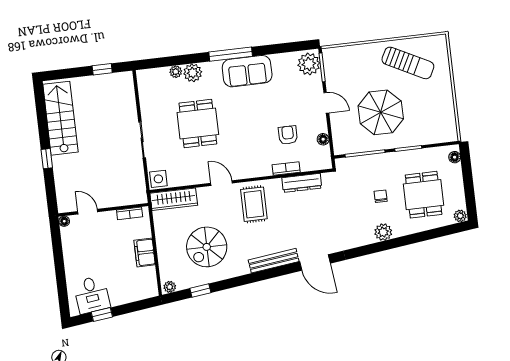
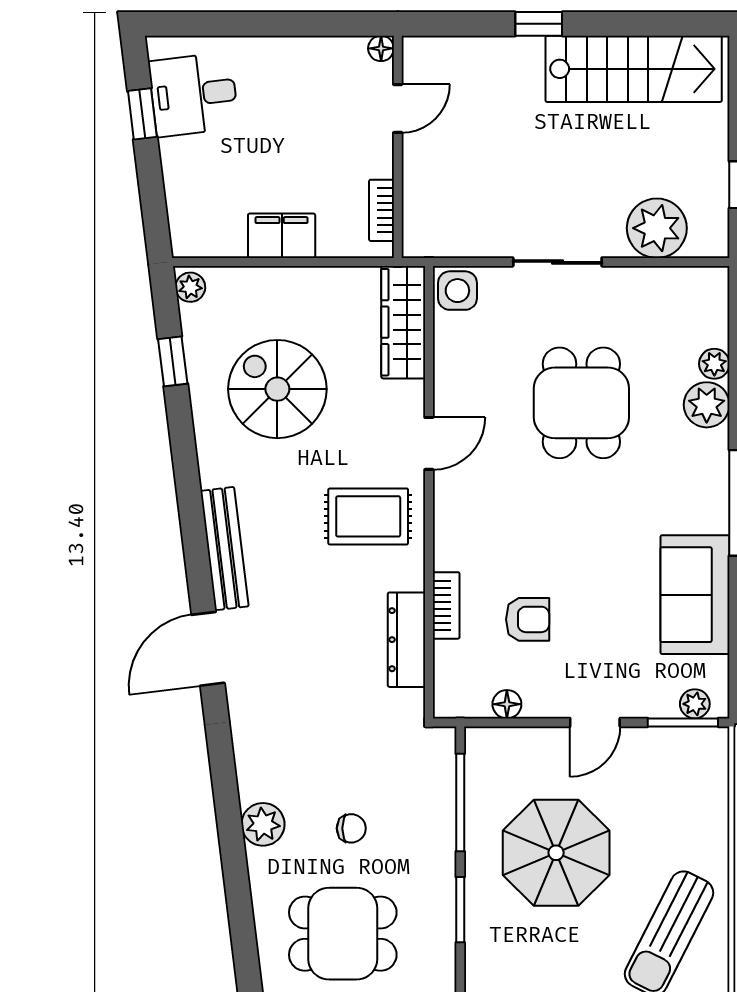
plant: (309, 64) -> (695, 704), width x0.53, depth x0.53
sofa: (247, 71) -> (695, 595), moved
plant: (124, 101) -> (657, 228), added
dining table: (198, 124) -> (581, 403), turned 90

